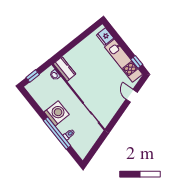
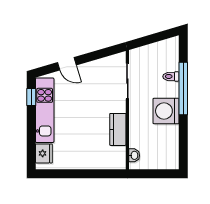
kitchen counter: (64, 69) -> (118, 129), moved
window: (33, 76) -> (160, 174), removed
door: (132, 96) -> (67, 64), hinge flipped

